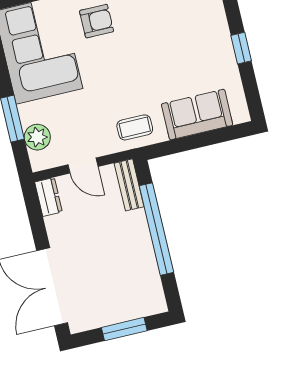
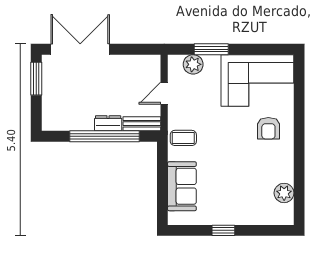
coffee table: (135, 127) -> (183, 138), turned 90
dresser: (48, 197) -> (108, 123), moved, turned 180
window: (124, 329) -> (36, 79), moved

